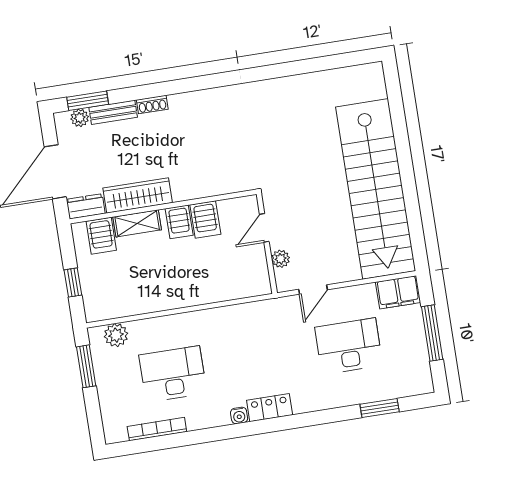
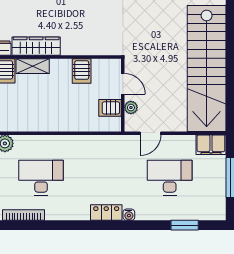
server rack: (179, 222) -> (110, 108), moved, turned 90
door: (264, 228) -> (123, 84), swing flipped
water cooler: (239, 415) -> (129, 215), moved

